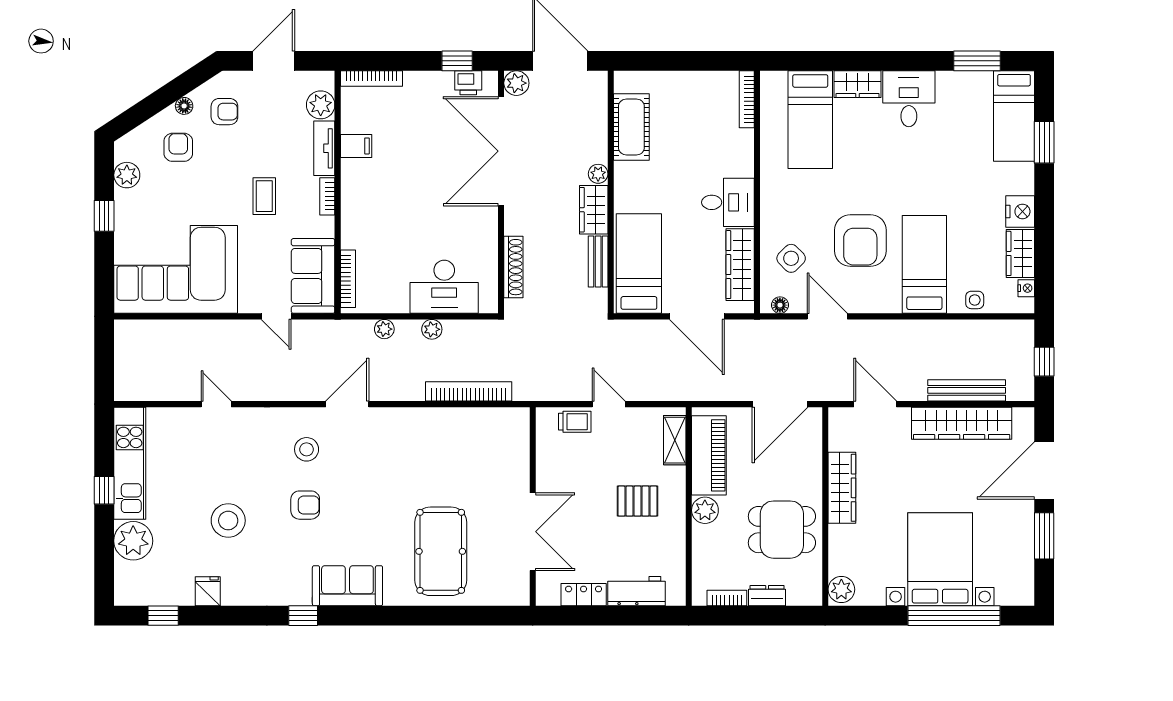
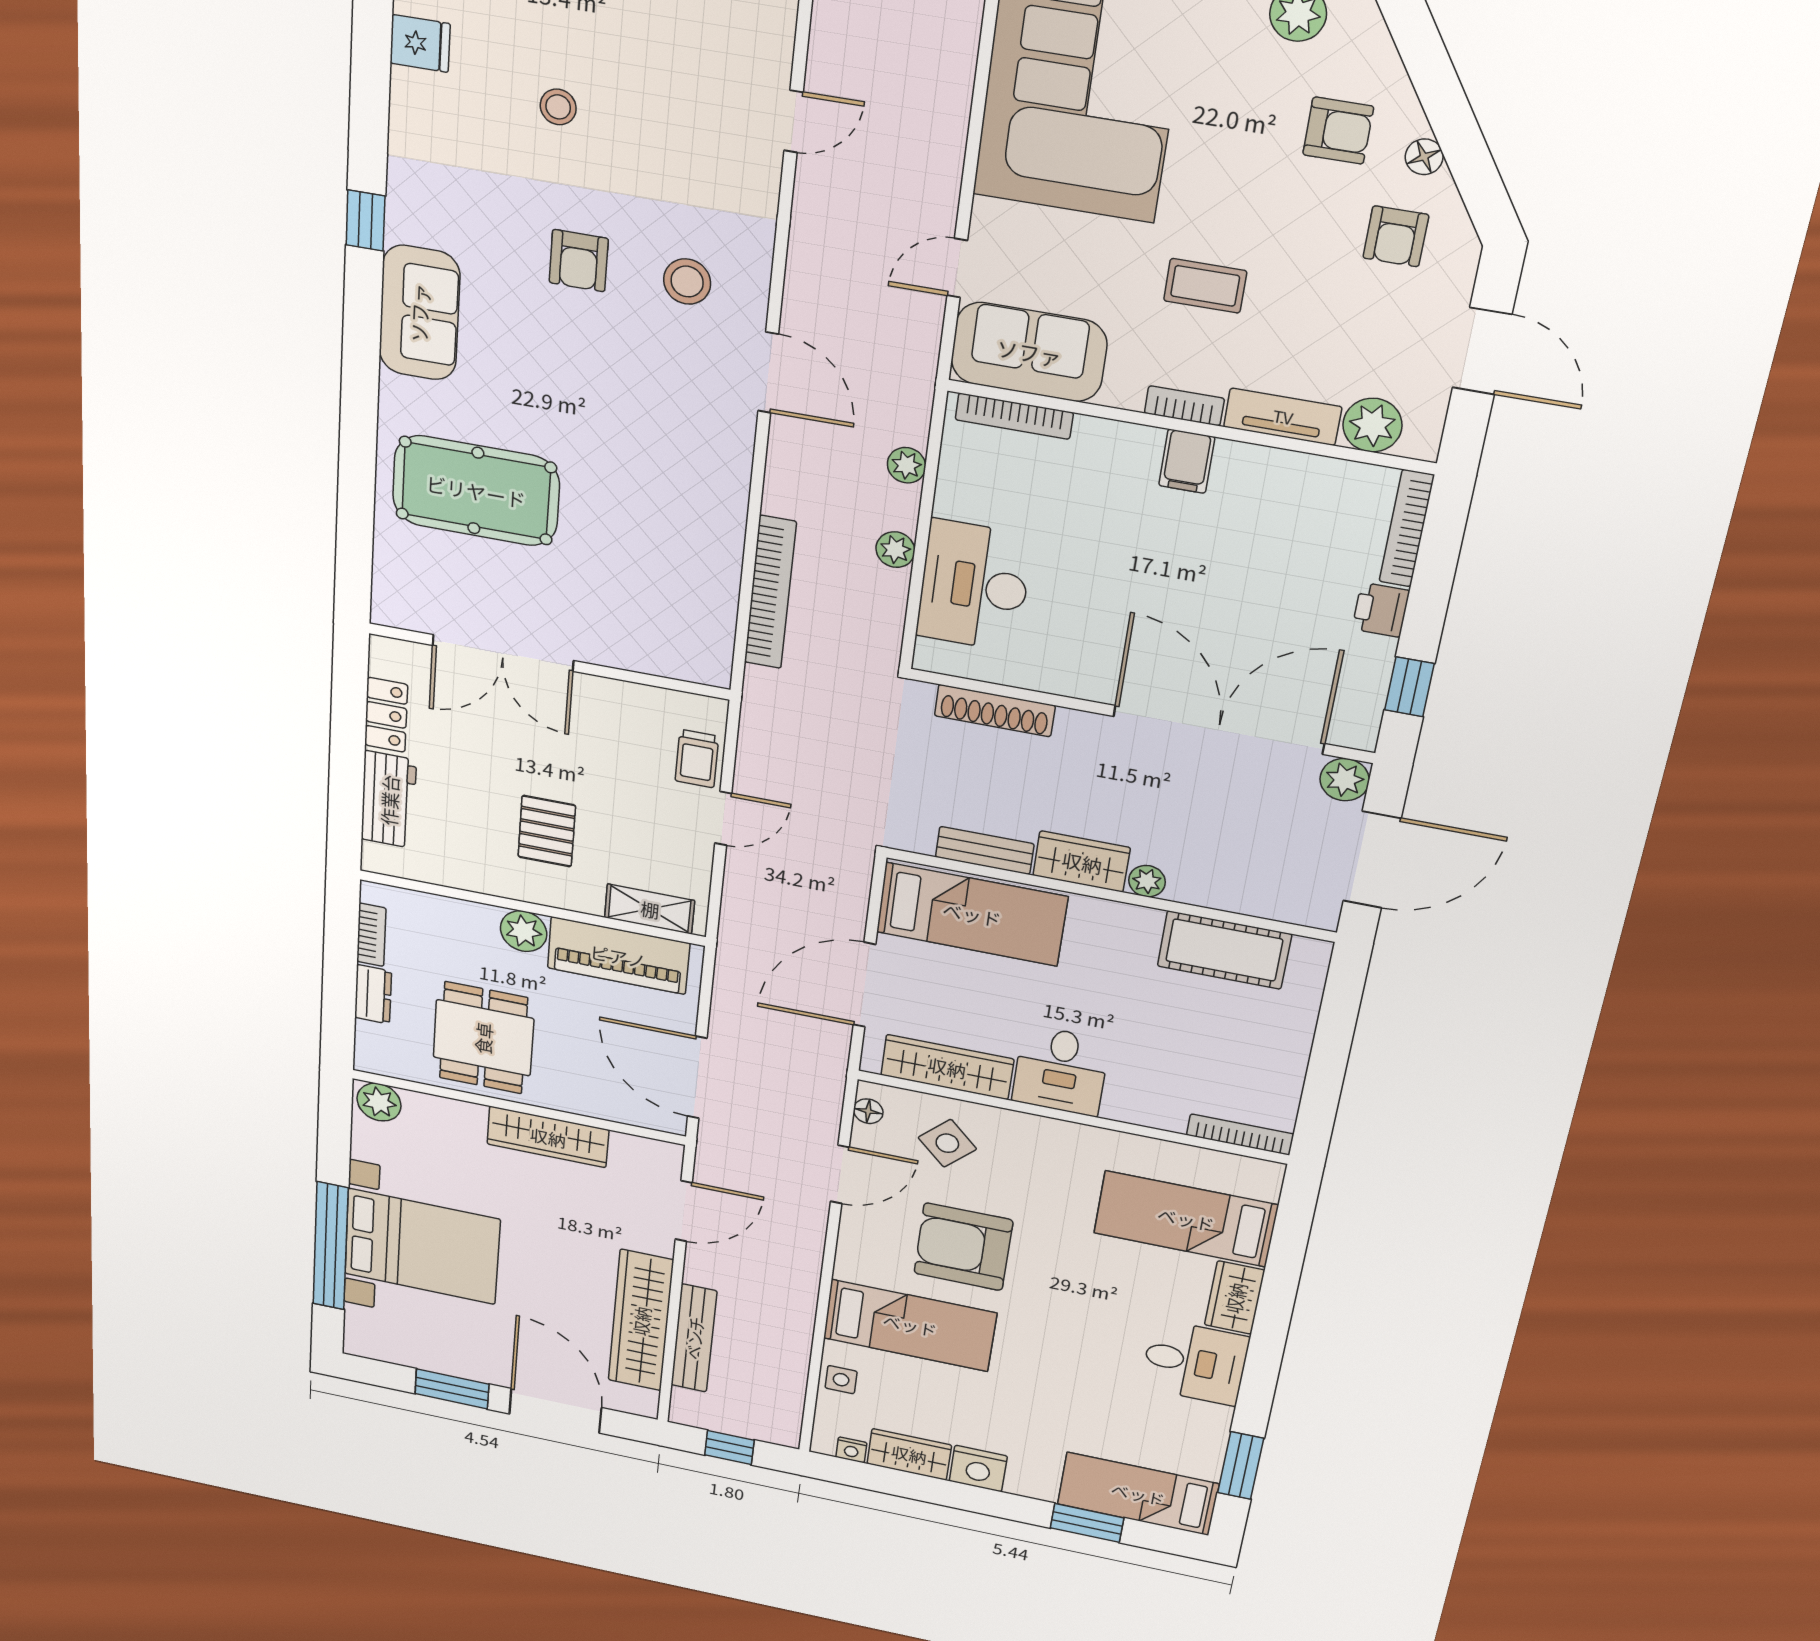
printer: (468, 83) -> (1381, 610), moved
filing cabinet: (356, 146) -> (1187, 461), moved
stool: (228, 521) -> (558, 107), width x0.53, depth x0.53

